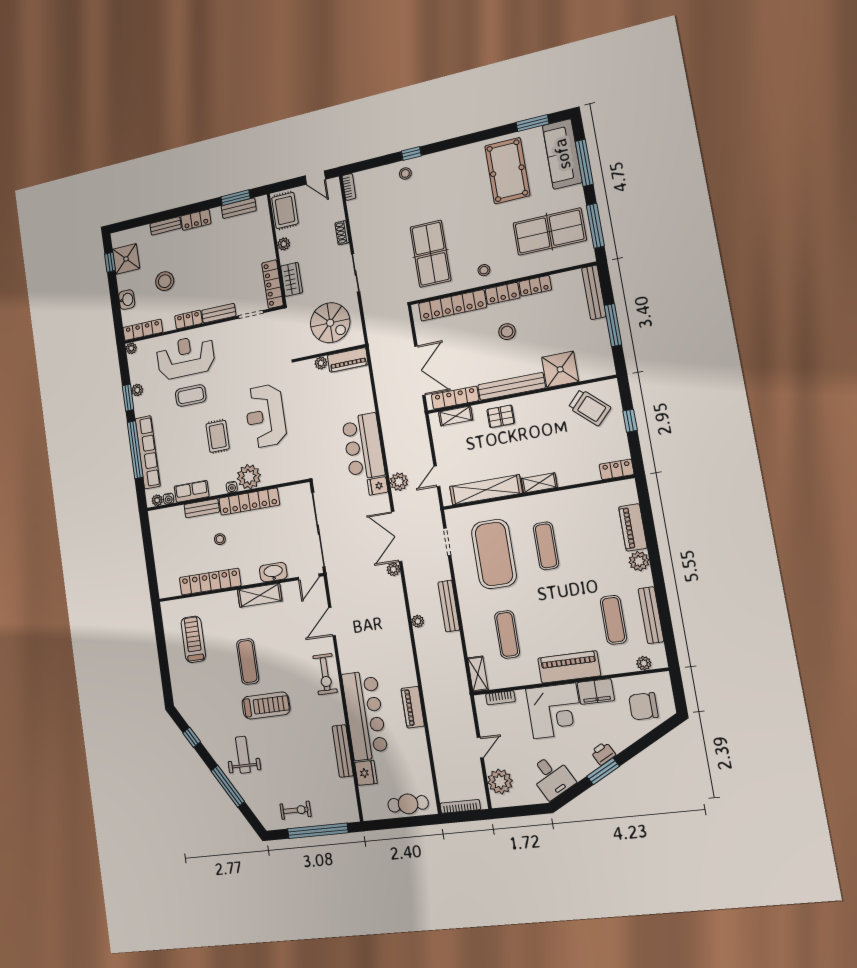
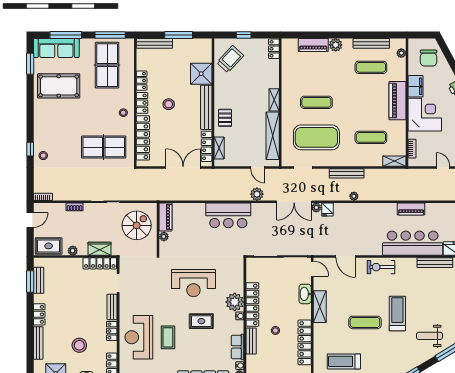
bench: (166, 226) -> (38, 343), width x1.36
fridge: (378, 486) -> (327, 210), moved
exercise bike: (325, 674) -> (381, 267), turned 180

